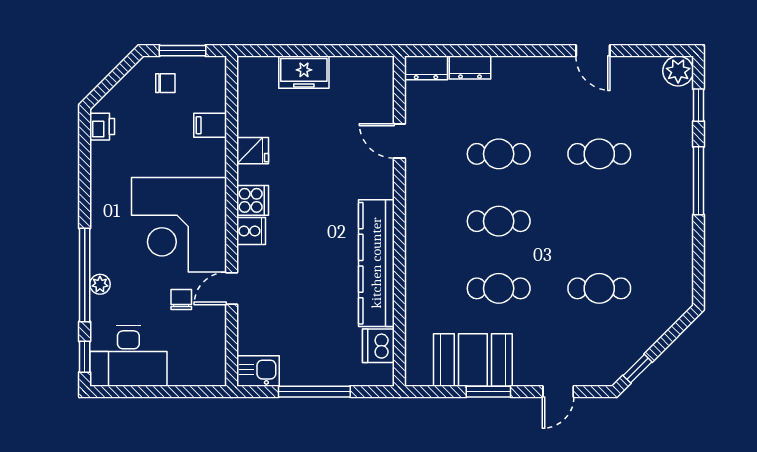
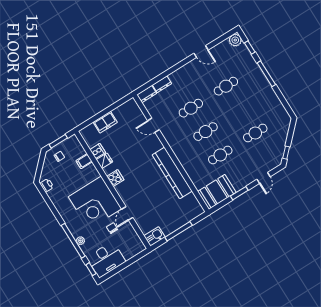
cooker: (251, 231) -> (98, 151), moved
dishwasher: (378, 346) -> (191, 201), removed
booth: (473, 360) -> (217, 192), moved

